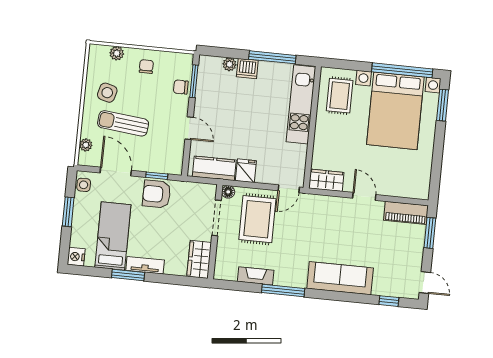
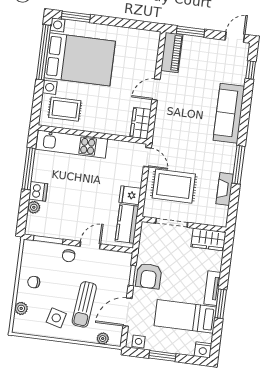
chair: (181, 87) -> (69, 256), moved
floor lamp: (228, 192) -> (148, 212), removed

